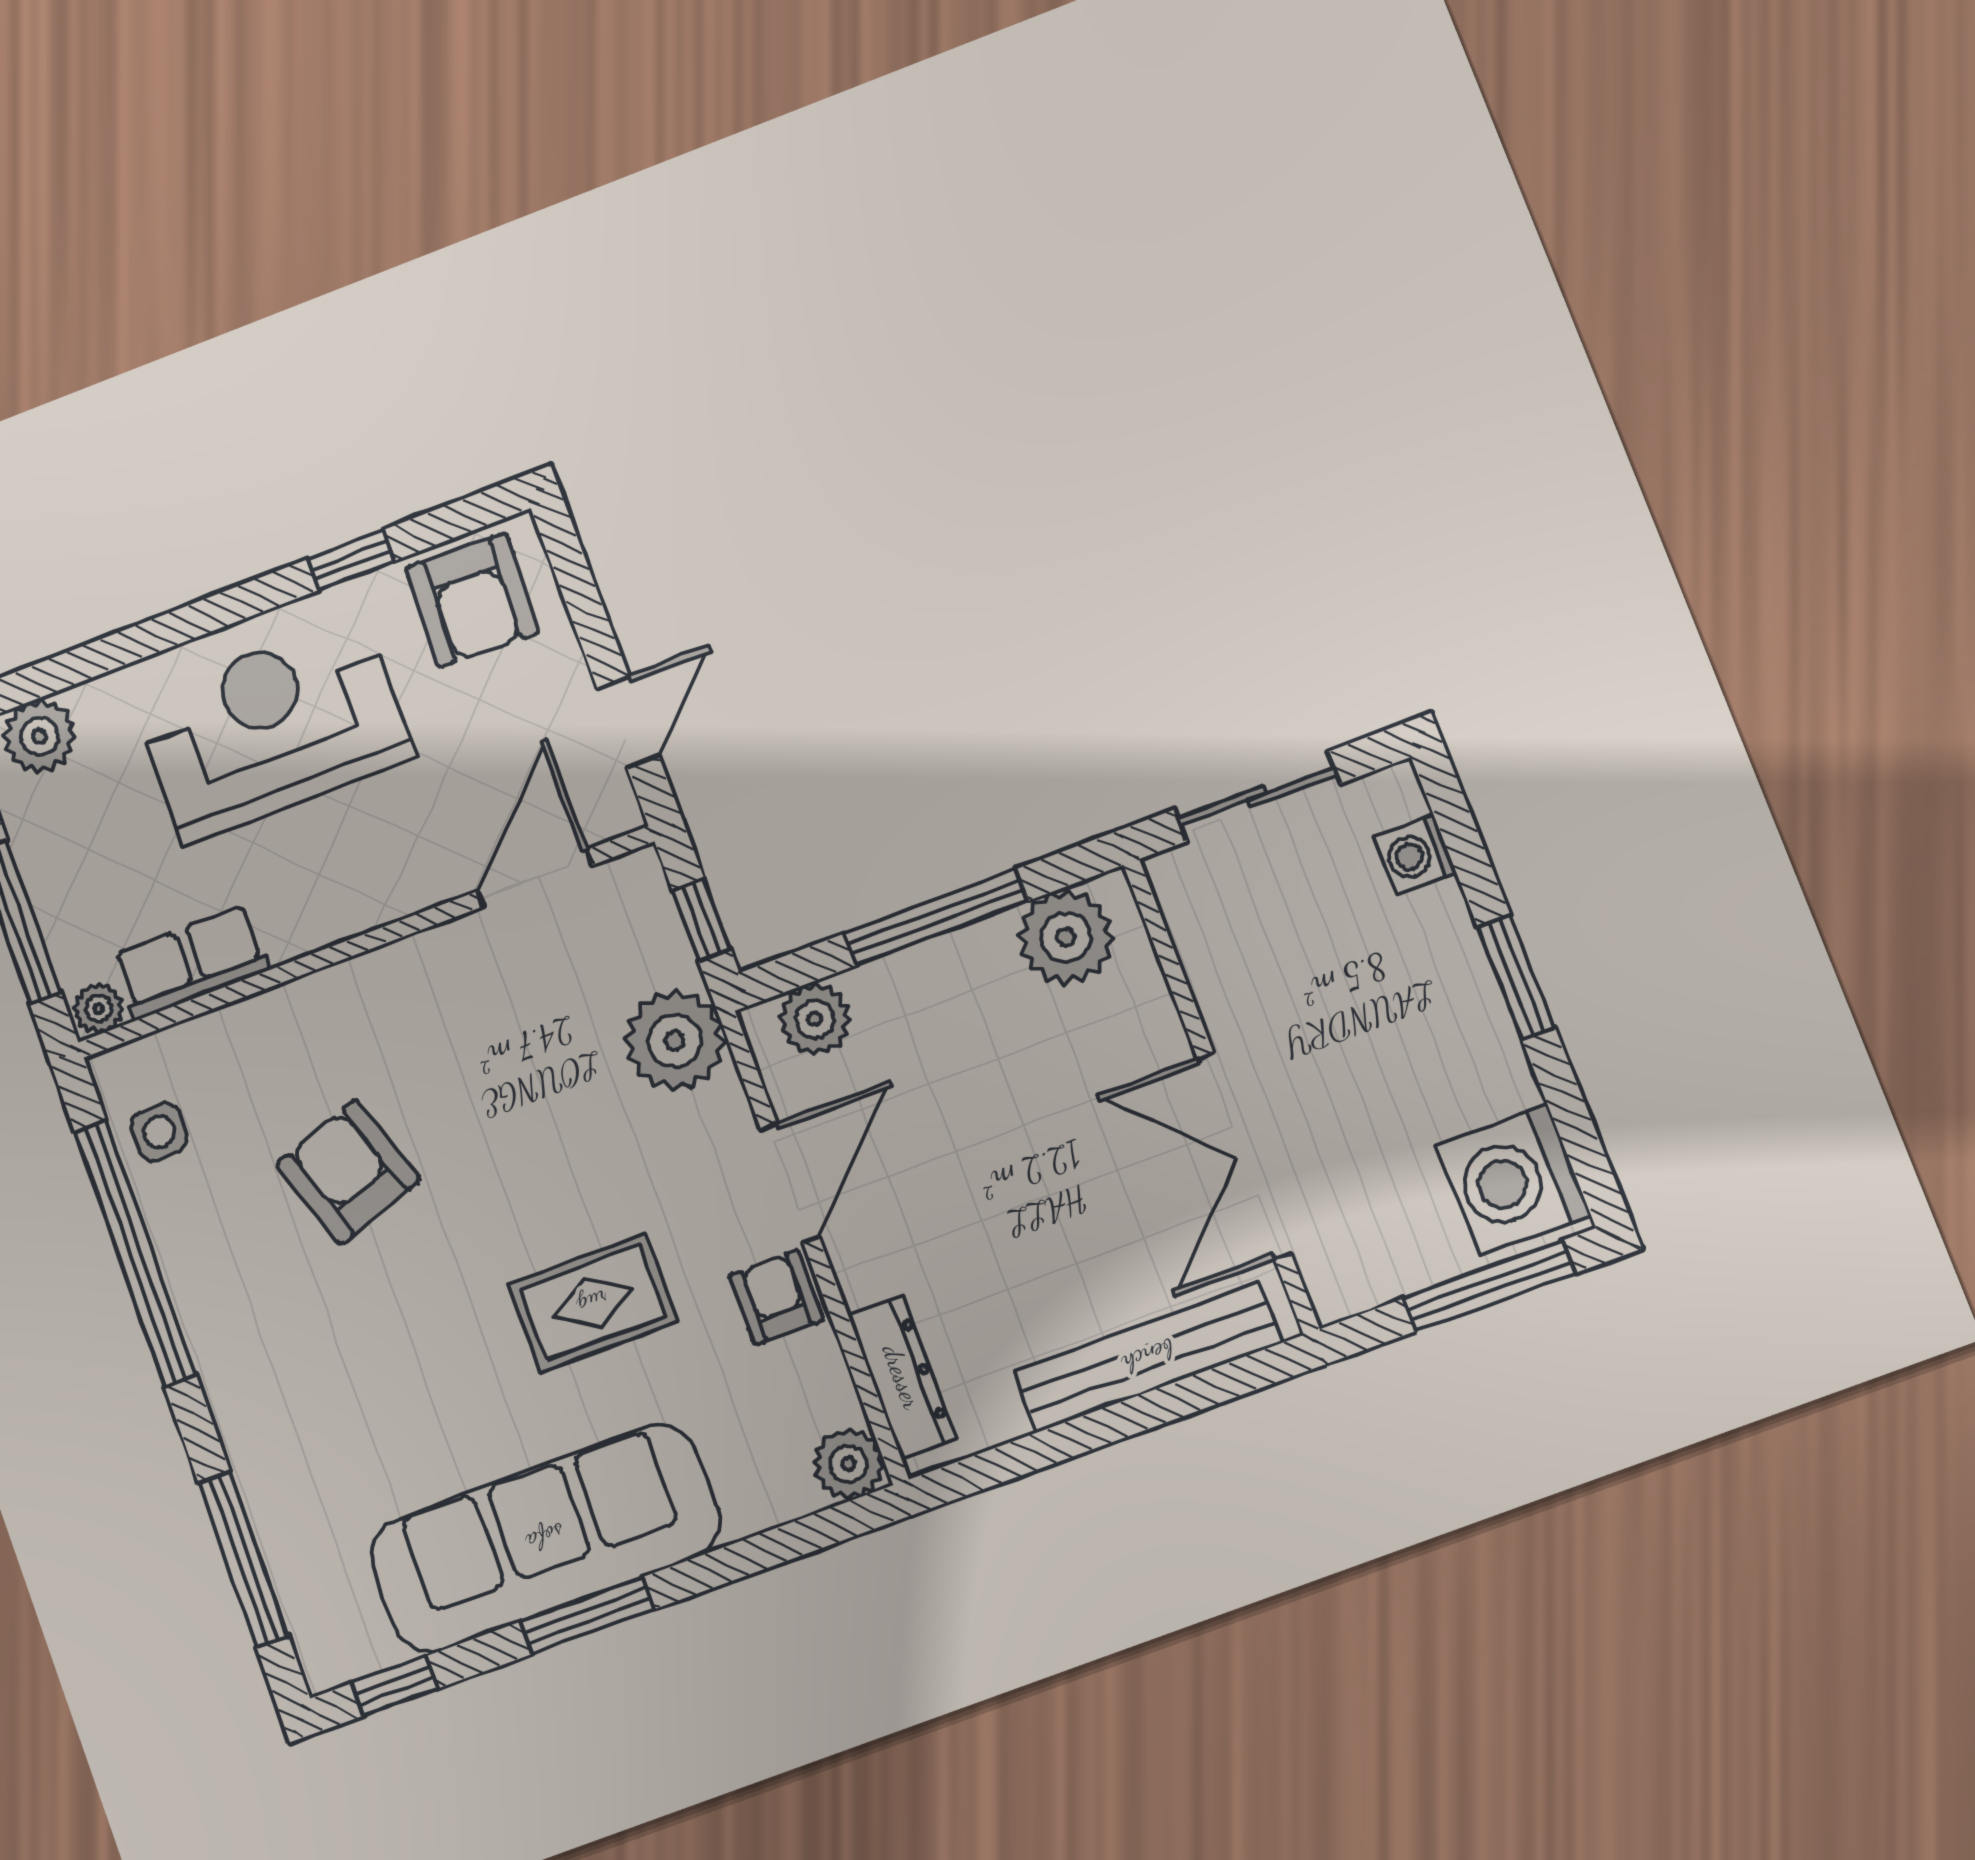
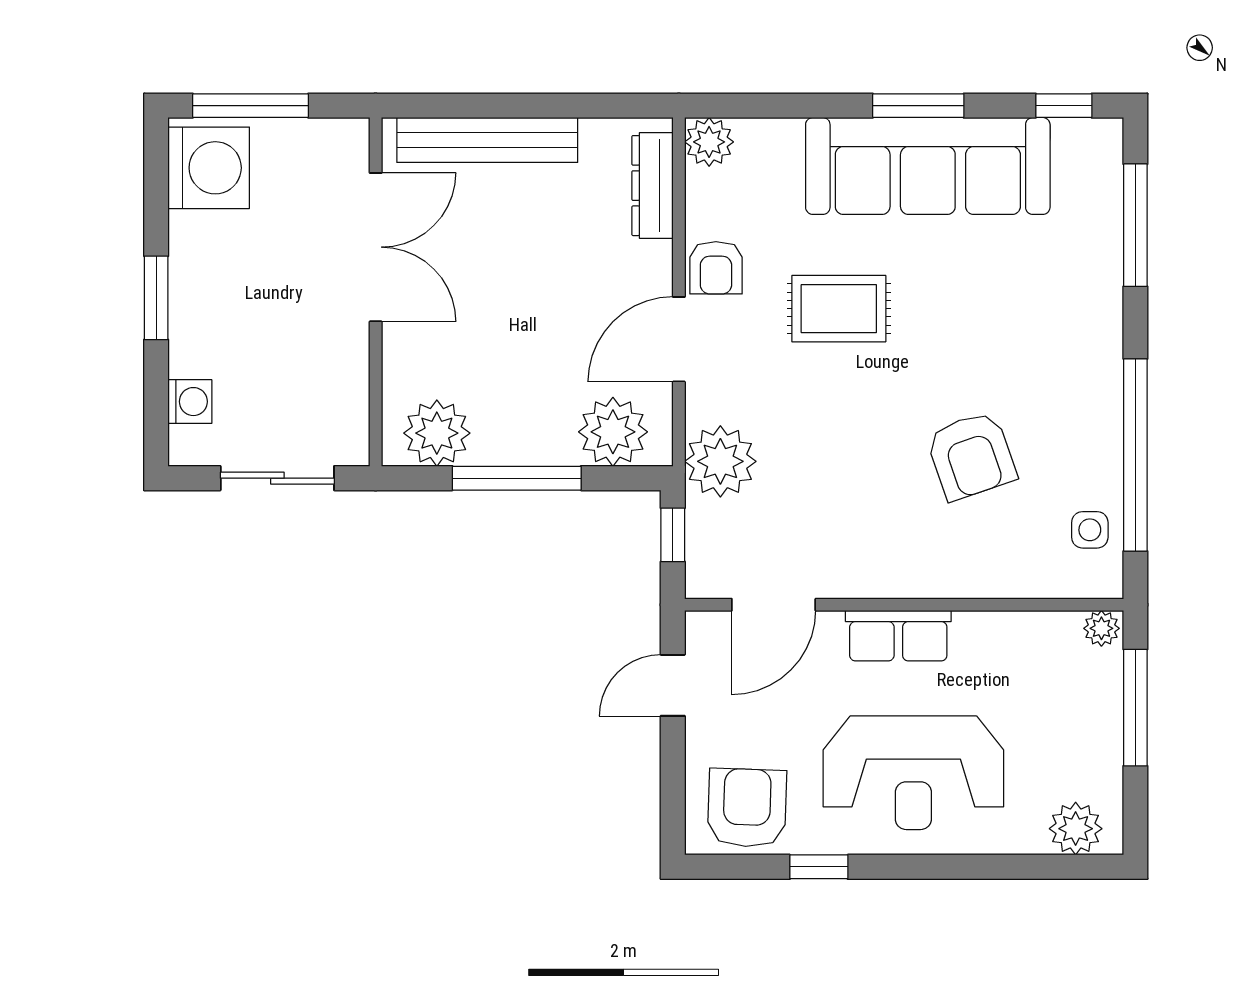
row of seats: (191, 962) -> (898, 636), moved
plant: (815, 1019) -> (613, 432), width x1.36, depth x1.36

